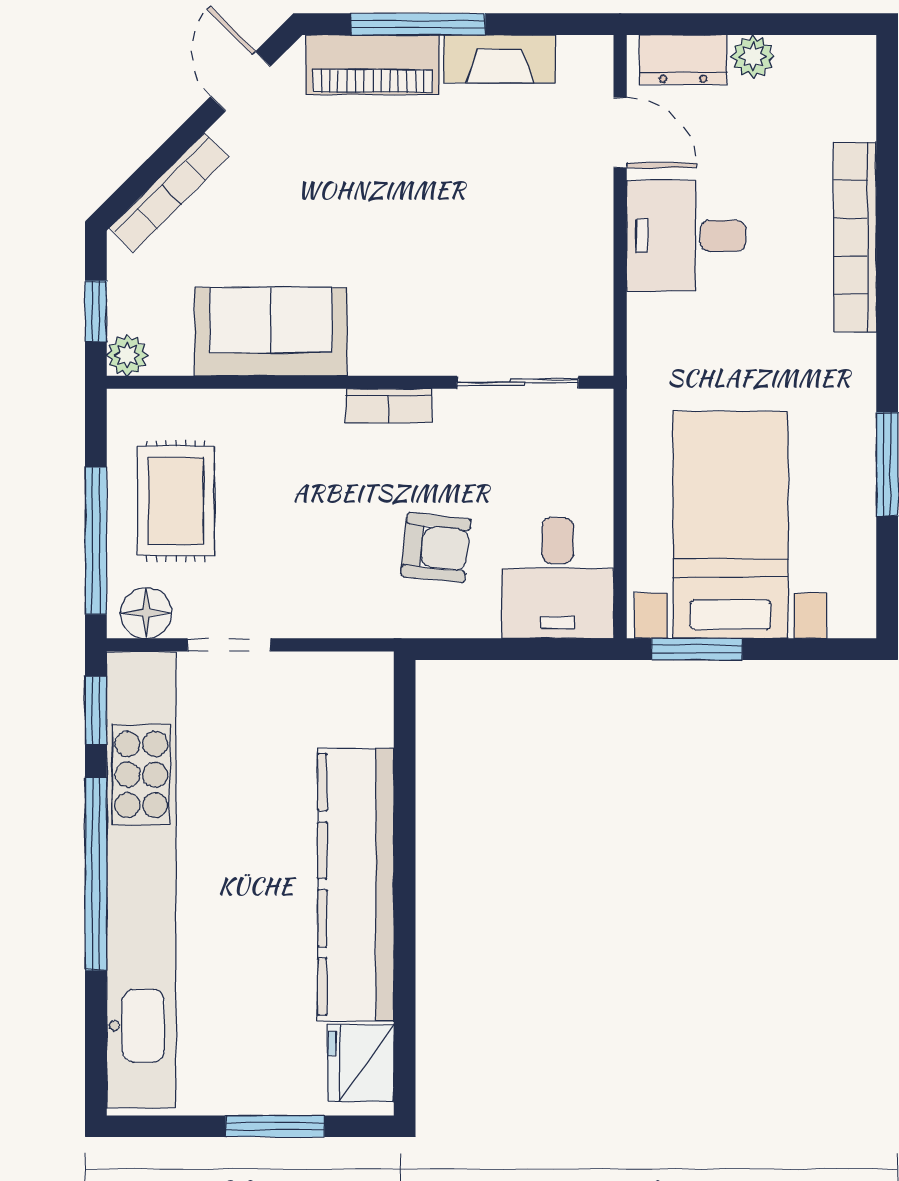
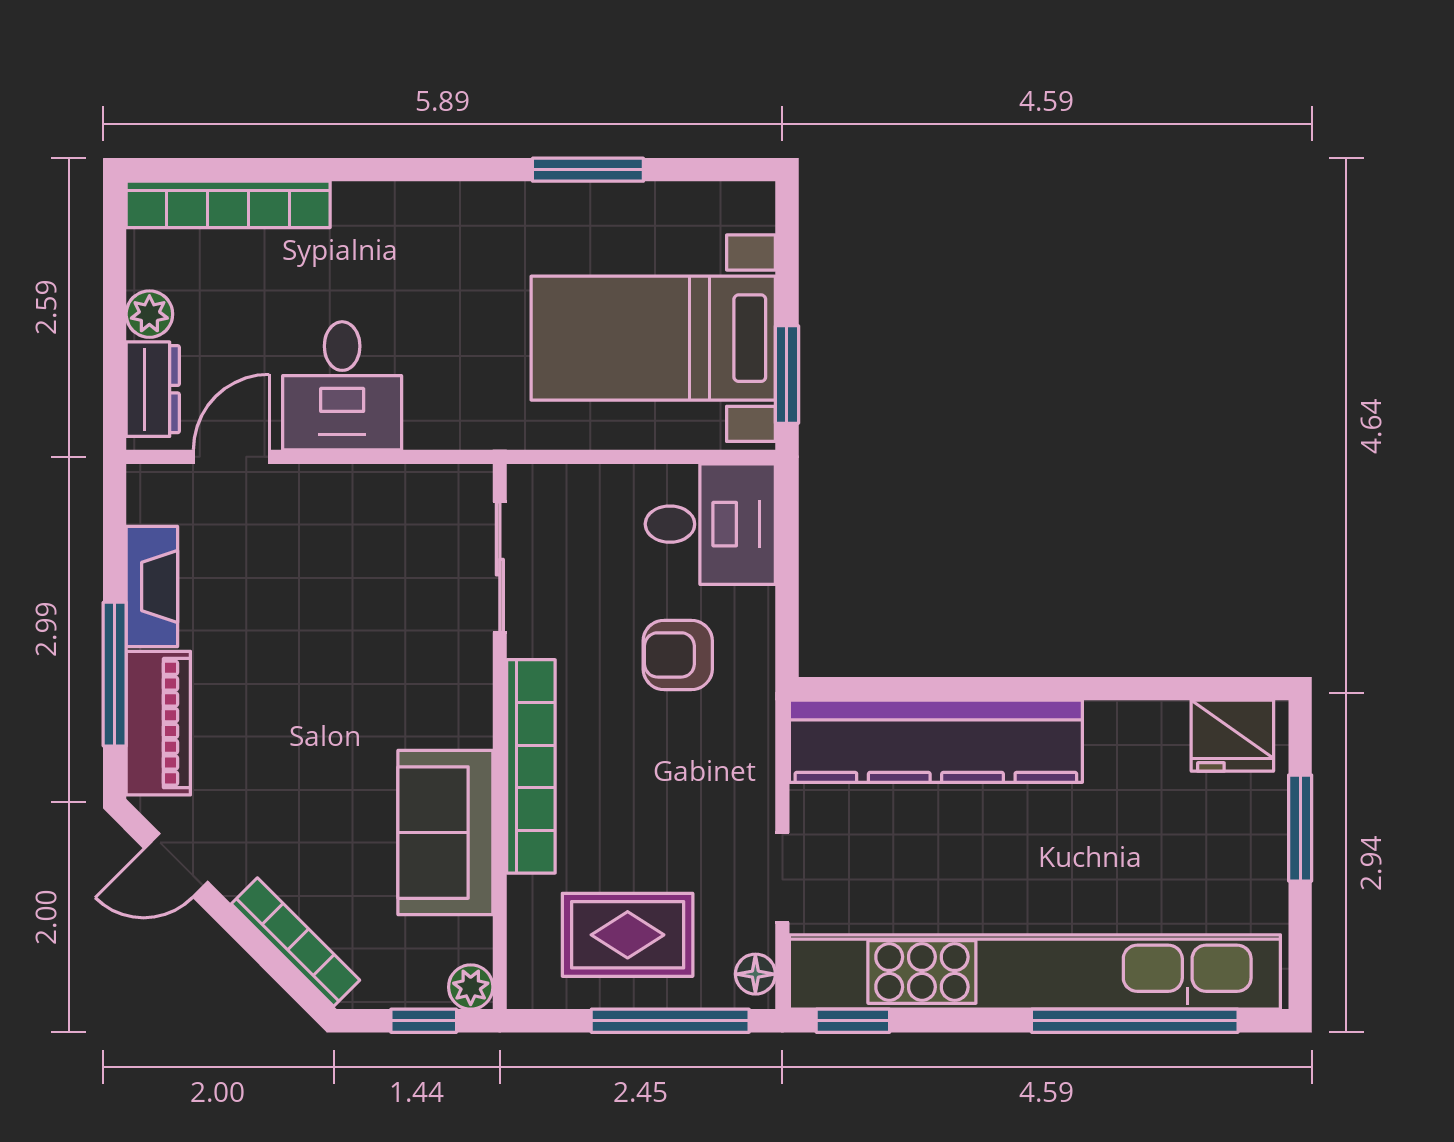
bookcase: (855, 237) -> (228, 204), moved
bookcase: (389, 406) -> (531, 766), width x2.31, depth x1.31
armchair: (436, 548) -> (678, 655), turned -96
floor lamp: (146, 613) -> (755, 974), width x0.73, depth x0.73
window: (96, 874) -> (1135, 1021), moved
kitchen counter: (356, 884) -> (936, 741), moved

